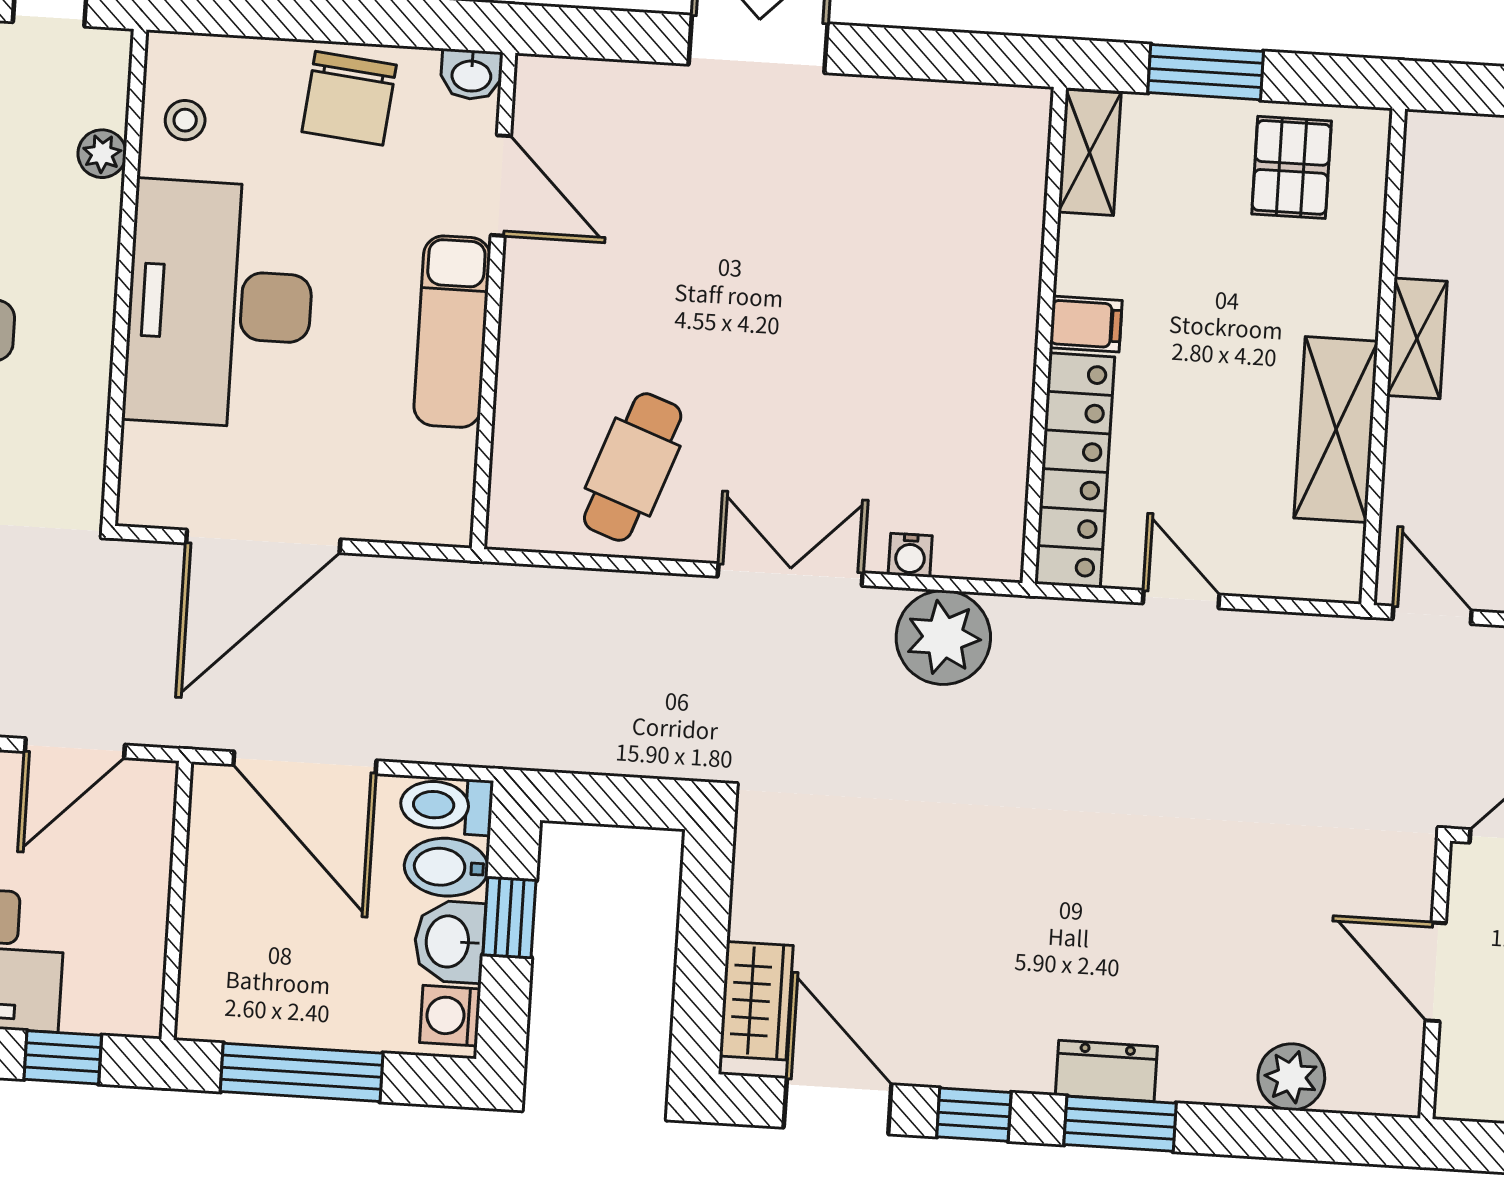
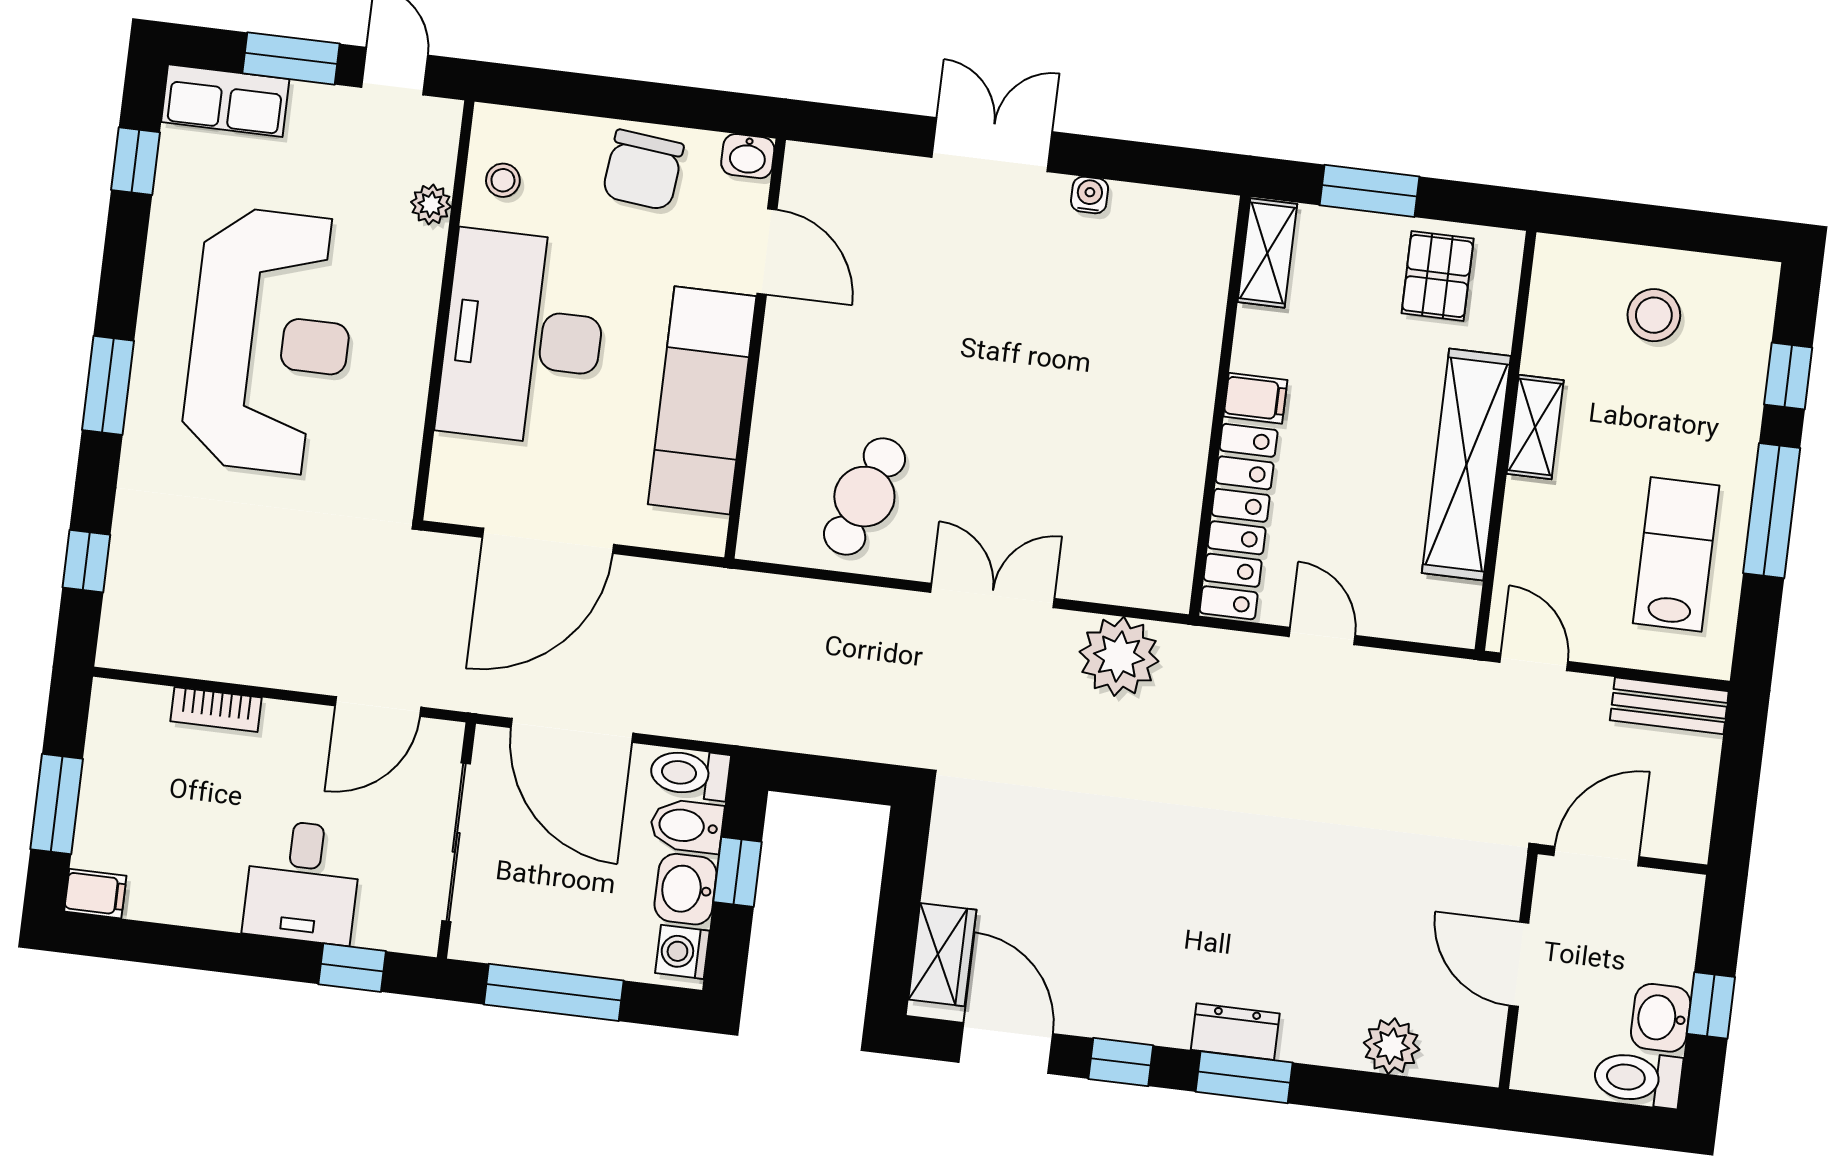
exam couch: (452, 332) -> (702, 400), width x1.36, depth x1.45
shelving: (1336, 430) -> (1466, 464), width x1.47
water cooler: (910, 555) -> (1090, 195), moved, turned 180
sliding door: (176, 903) -> (456, 842), added

